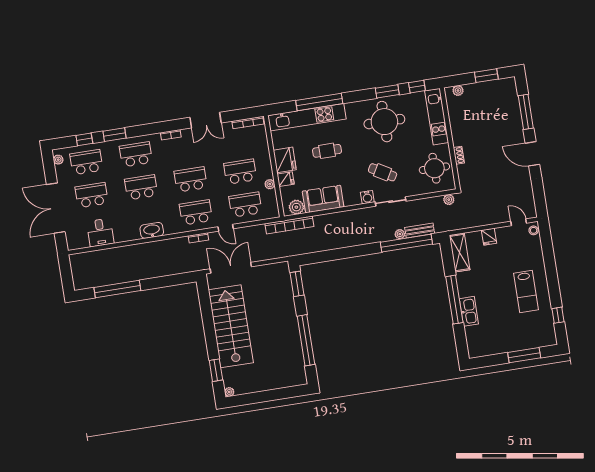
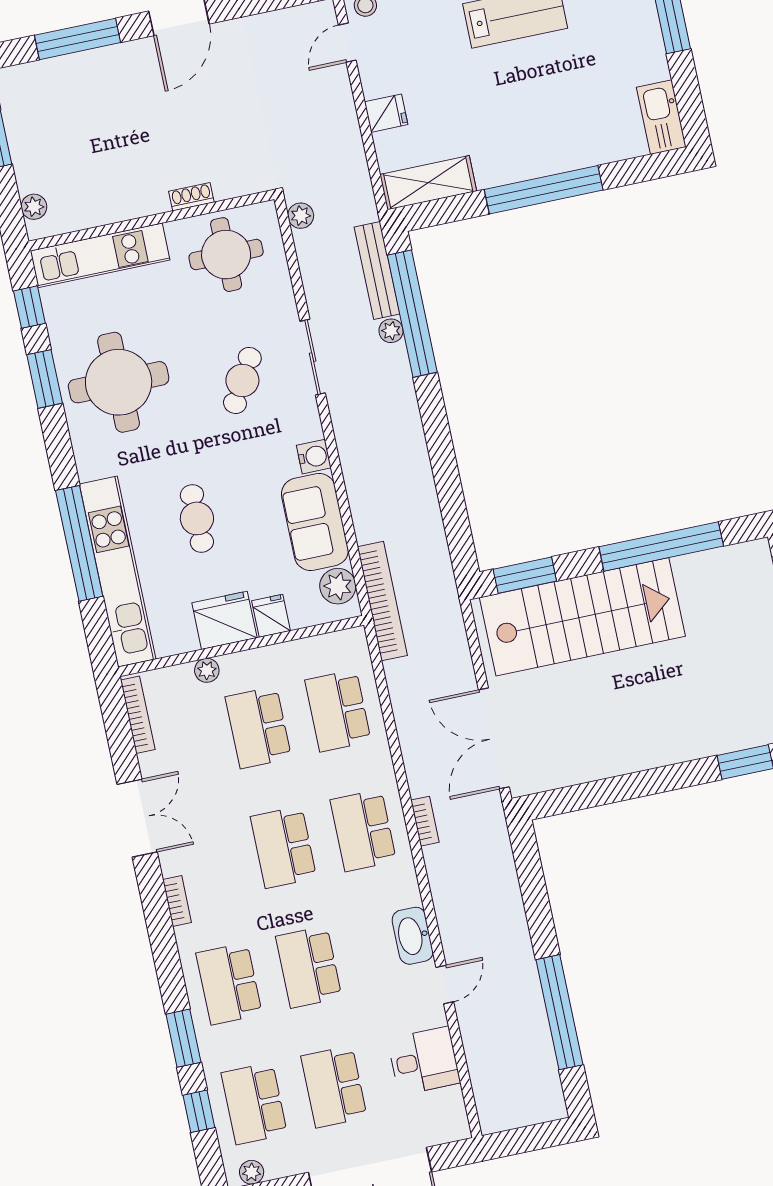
plant: (270, 184) -> (207, 670), moved
water cooler: (367, 197) -> (314, 457), moved
door: (226, 228) -> (445, 984), moved
bench: (420, 230) -> (377, 271), width x1.36
kitchen sink: (469, 311) -> (661, 117), moved, turned -90
stairs: (231, 326) -> (582, 617), moved, turned 180

